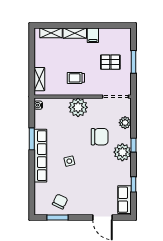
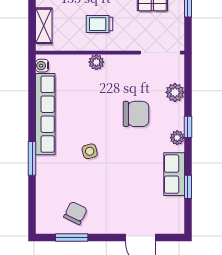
plant: (78, 107) -> (96, 62), width x0.53, depth x0.53
window: (32, 139) -> (32, 158), moved
plant: (122, 152) -> (177, 138), width x0.53, depth x0.53
row of seats: (40, 156) -> (45, 114), moved
row of seats: (125, 200) -> (174, 174), moved

